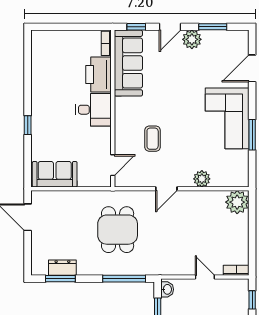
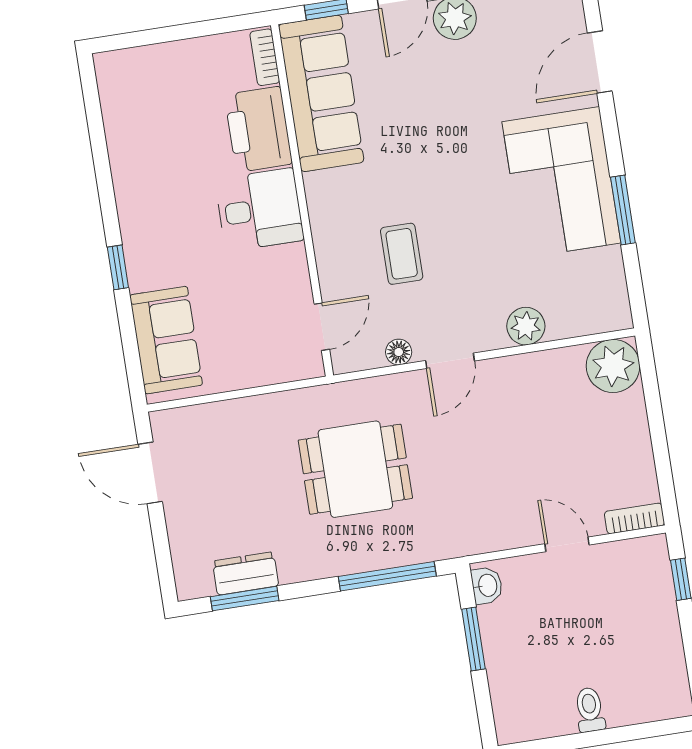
sofa: (55, 174) -> (166, 340), moved, turned 90
floor lamp: (144, 181) -> (399, 352), added
dining table: (118, 230) -> (355, 469), turned 90

